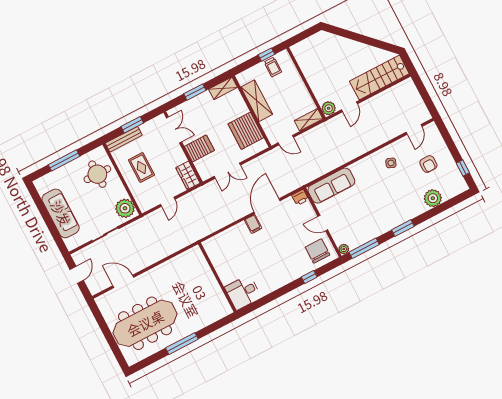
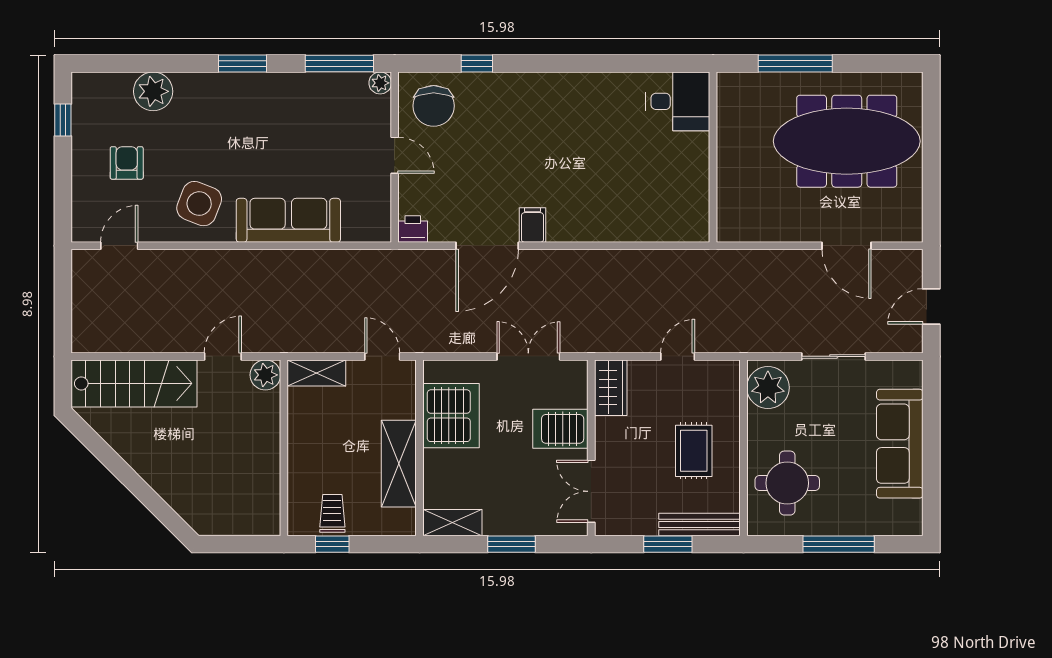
side table: (391, 163) -> (199, 204), width x1.87, depth x1.87
sofa: (331, 186) -> (288, 220), moved
wall: (217, 277) -> (713, 157), moved
desk: (243, 292) -> (678, 101), moved

